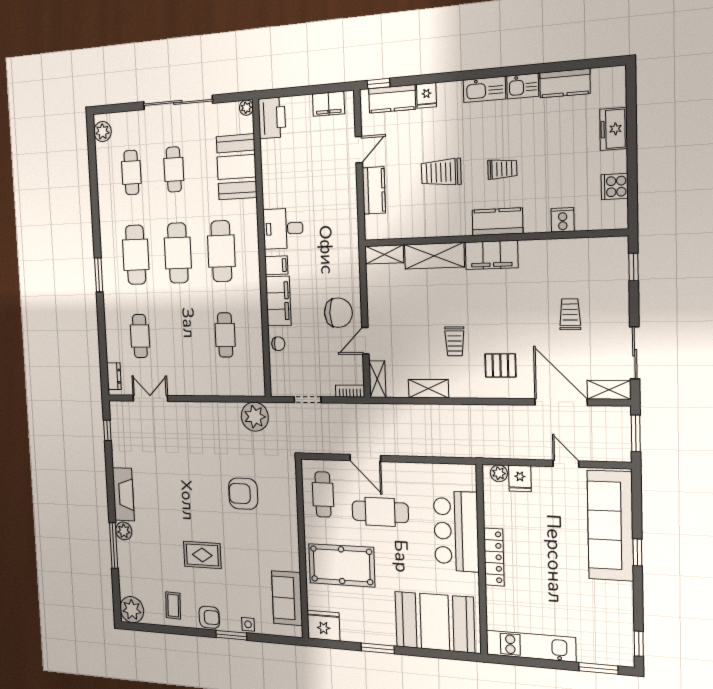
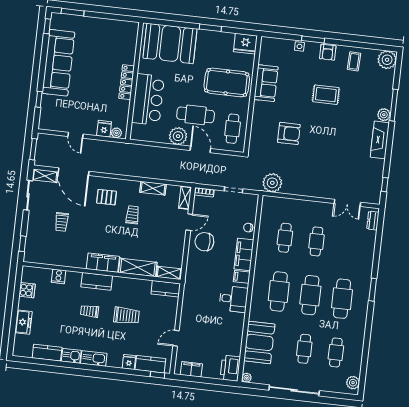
kitchen counter: (374, 190) -> (166, 289), moved, turned -90
cafe table: (140, 336) -> (316, 241), moved
plant: (402, 476) -> (178, 136), added
sofa: (610, 526) -> (58, 63), moved
window: (637, 552) -> (39, 99), moved
sofa: (287, 598) -> (266, 83), moved
armchair: (209, 617) -> (328, 52), turned -90
kitchen unit: (531, 646) -> (111, 27), removed

